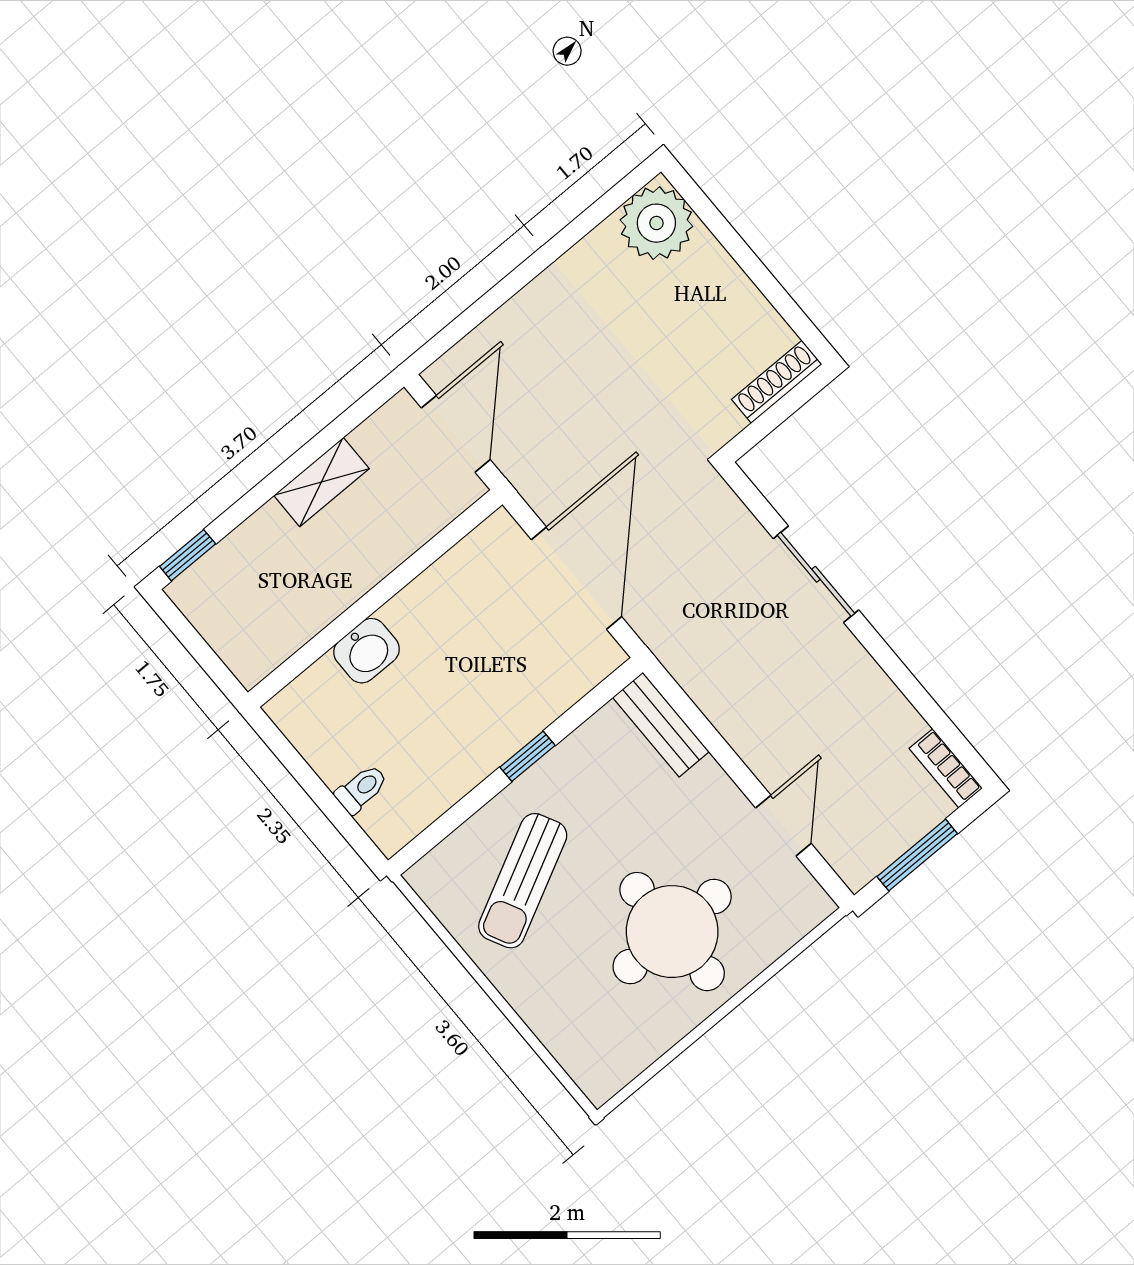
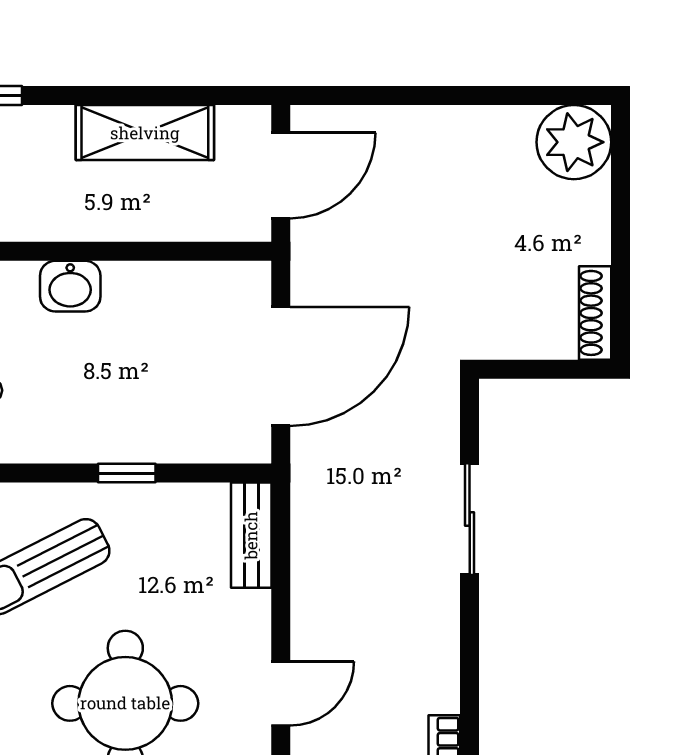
shoe rack: (777, 382) -> (595, 313), moved, turned -90
shelving: (321, 482) -> (145, 133), width x1.50, depth x1.33

